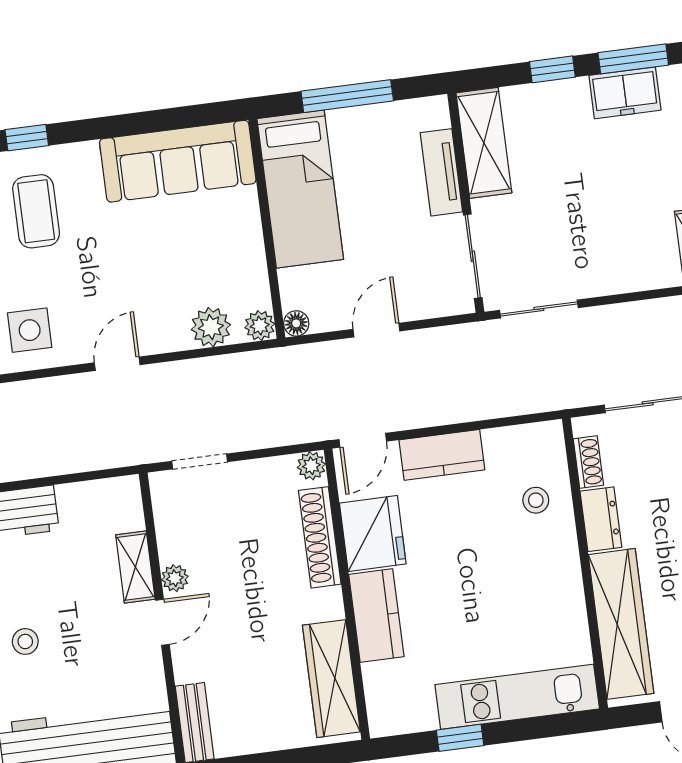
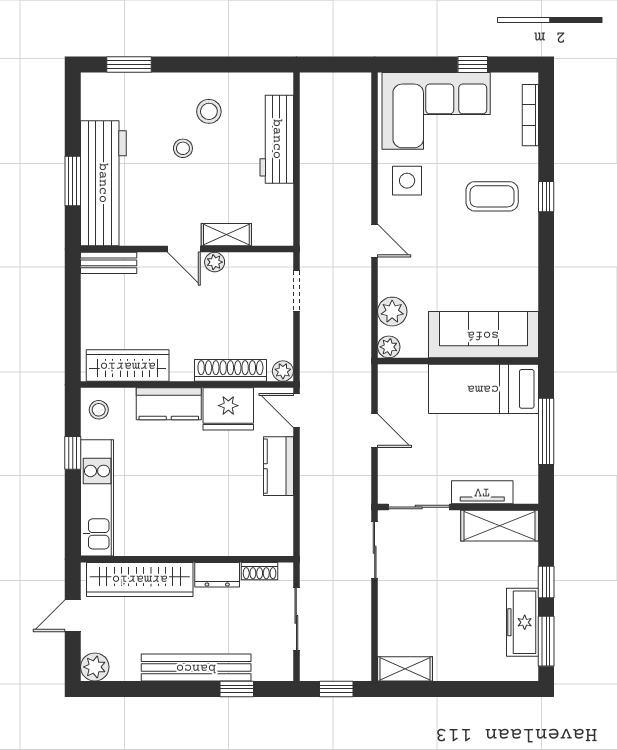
freezer: (625, 93) -> (522, 622), width x1.40
sofa: (178, 161) -> (483, 335), moved, turned 90
floor lamp: (296, 323) -> (387, 373), removed
stool: (536, 500) -> (99, 410), moved

